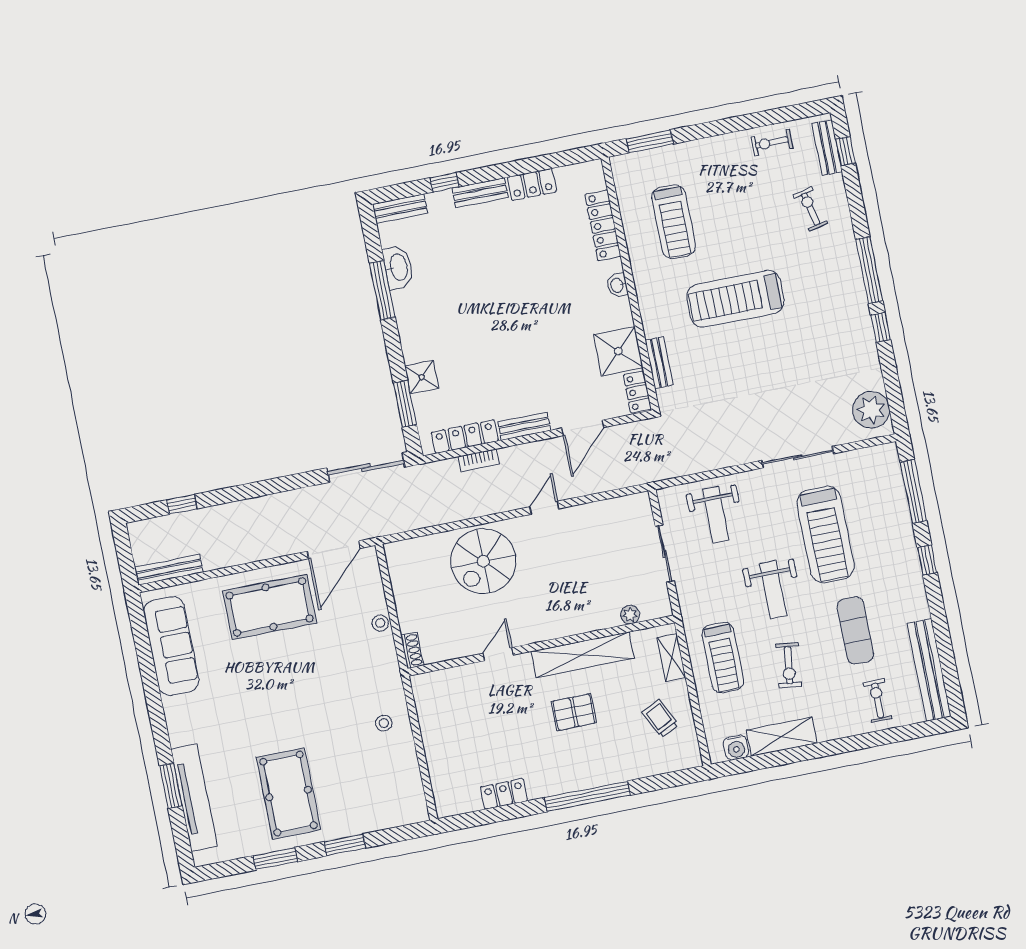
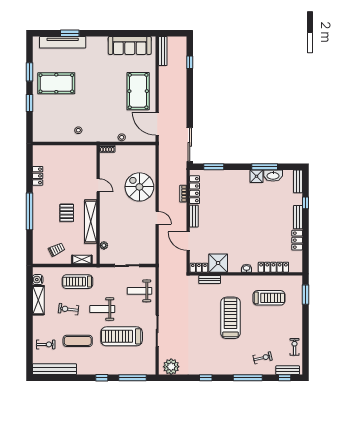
treadmill: (674, 222) -> (269, 298), turned 180
window: (869, 270) -> (248, 378), moved
shower: (422, 377) -> (257, 176), moved

